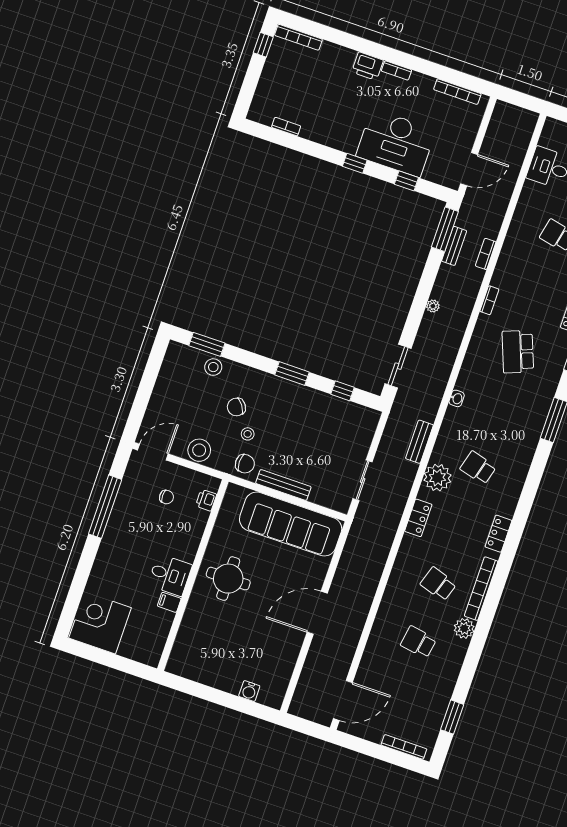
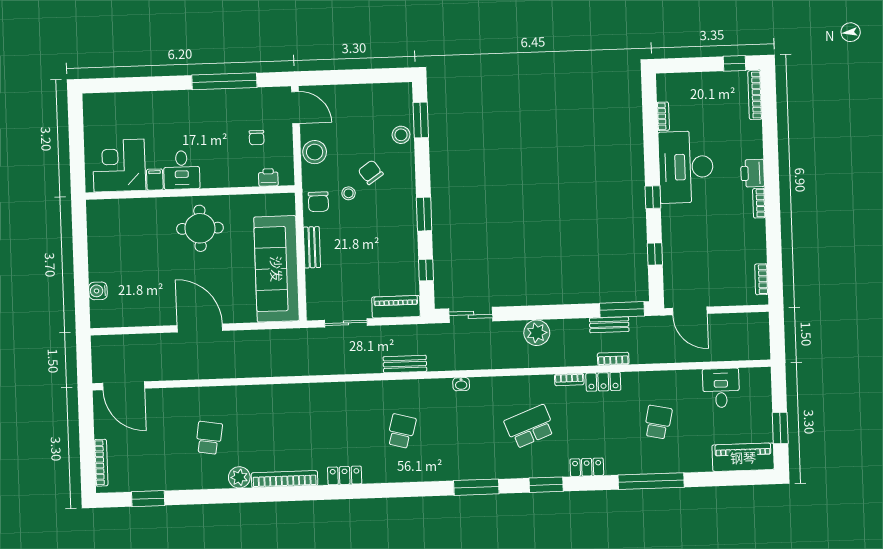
bookcase: (457, 92) -> (761, 279), width x0.64
desk: (396, 143) -> (686, 167), moved
plant: (433, 306) -> (537, 333), width x1.87, depth x1.87
piano: (365, 430) -> (396, 307), added
plant: (437, 478) -> (377, 395), removed
bench: (283, 485) -> (312, 247), width x0.73
locker: (418, 518) -> (603, 382), moved
school desk: (438, 584) -> (273, 436), removed
corner desk: (100, 623) -> (119, 166), moved, turned -90

